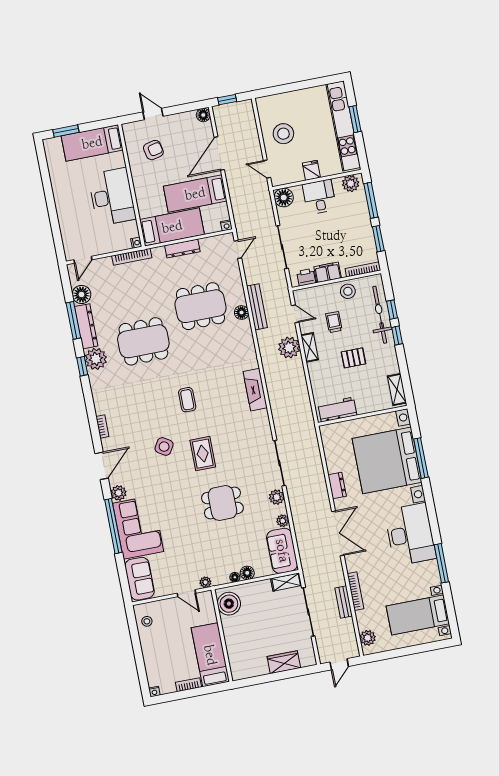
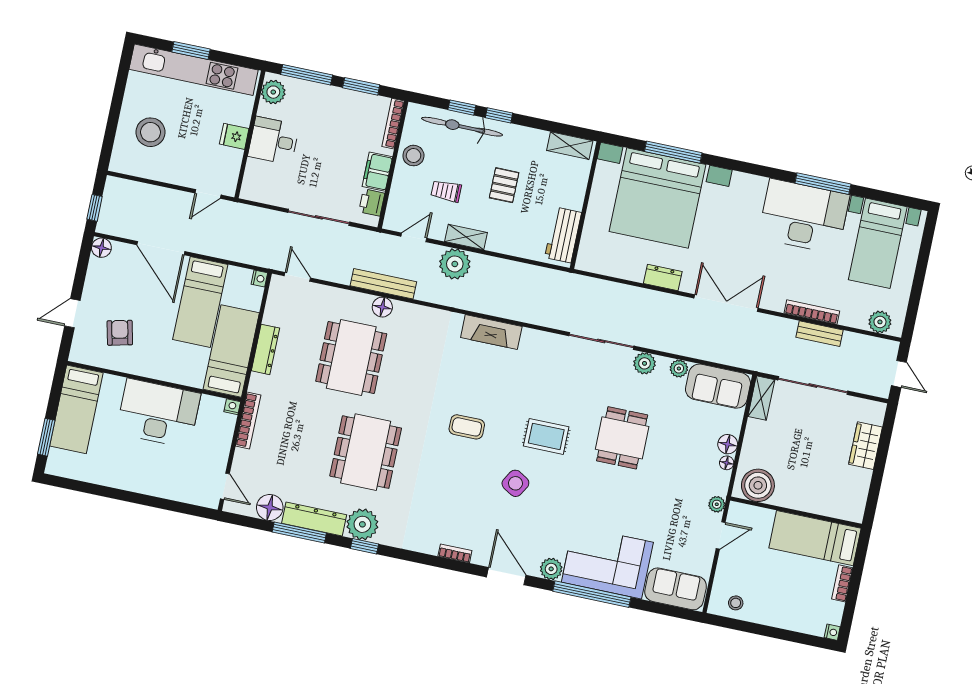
stool: (283, 134) -> (151, 132), moved
floor lamp: (284, 197) -> (255, 188), removed
desk: (410, 534) -> (804, 216), moved

